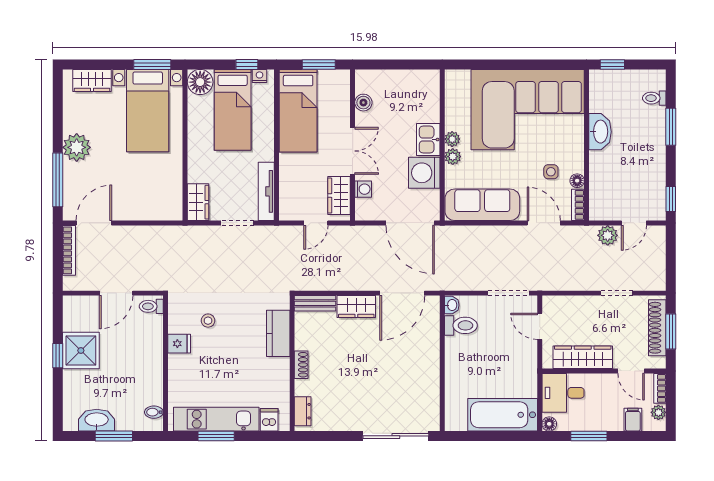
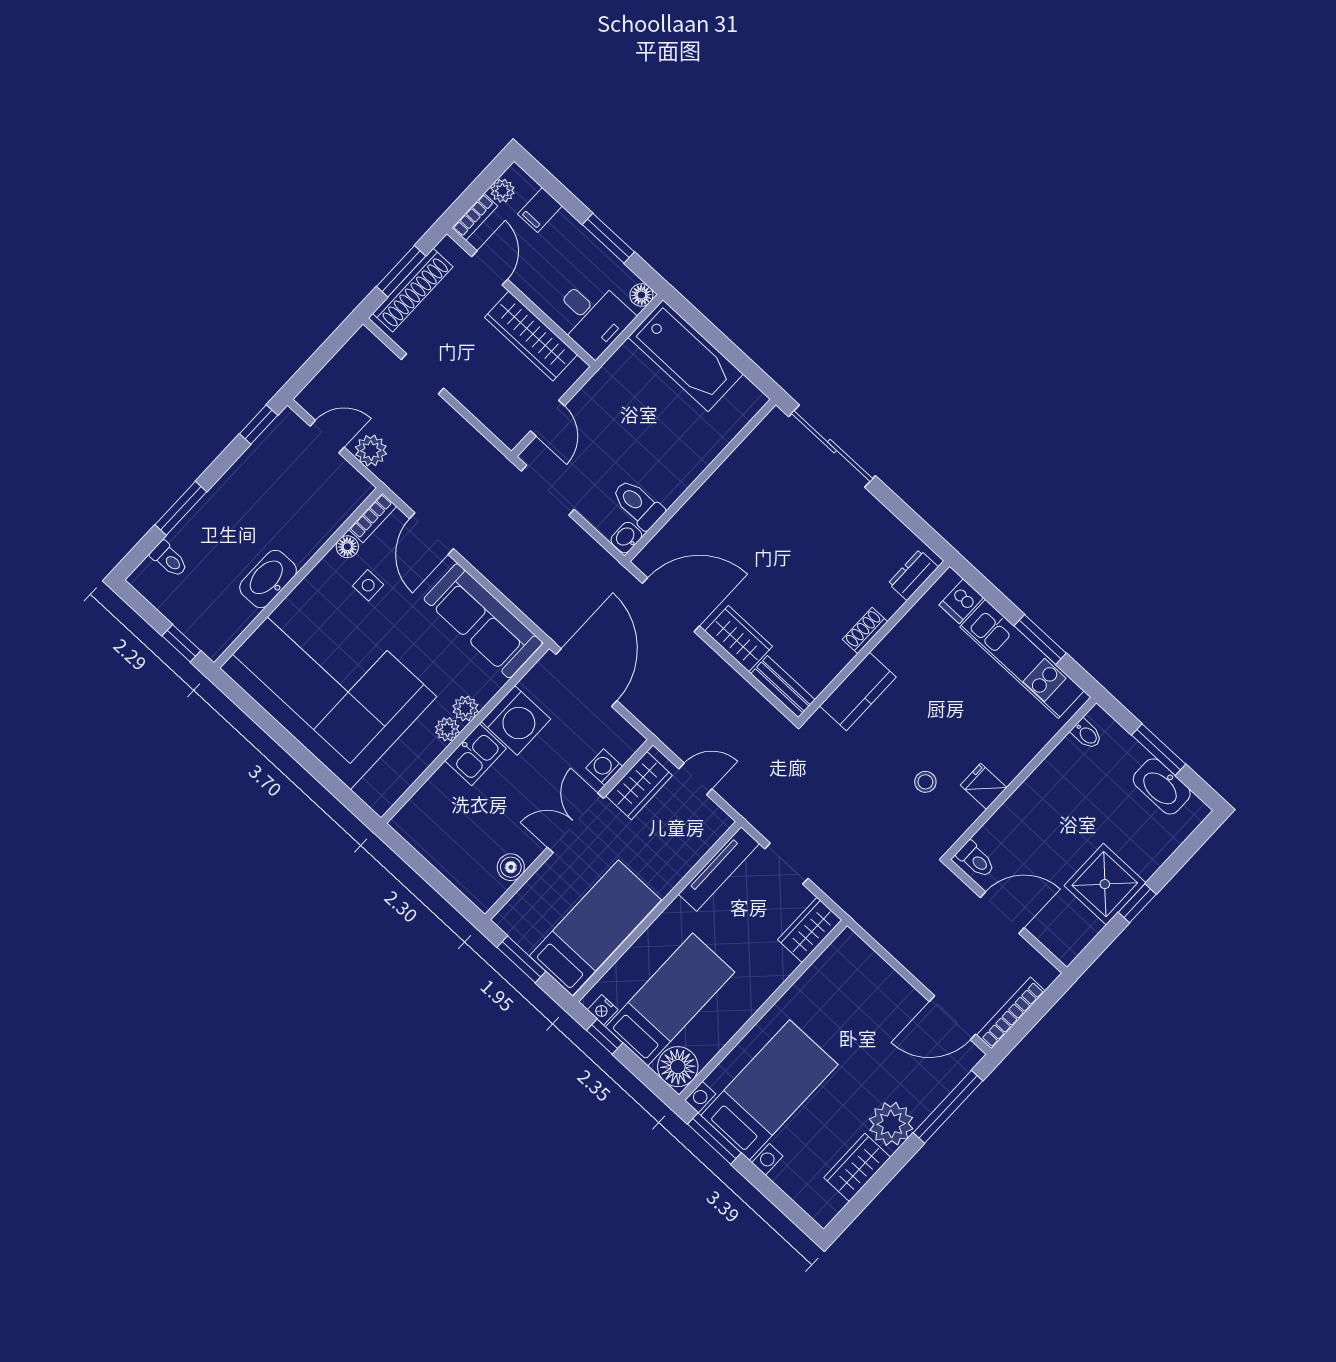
wardrobe: (92, 80) -> (857, 1167), moved, turned -90

